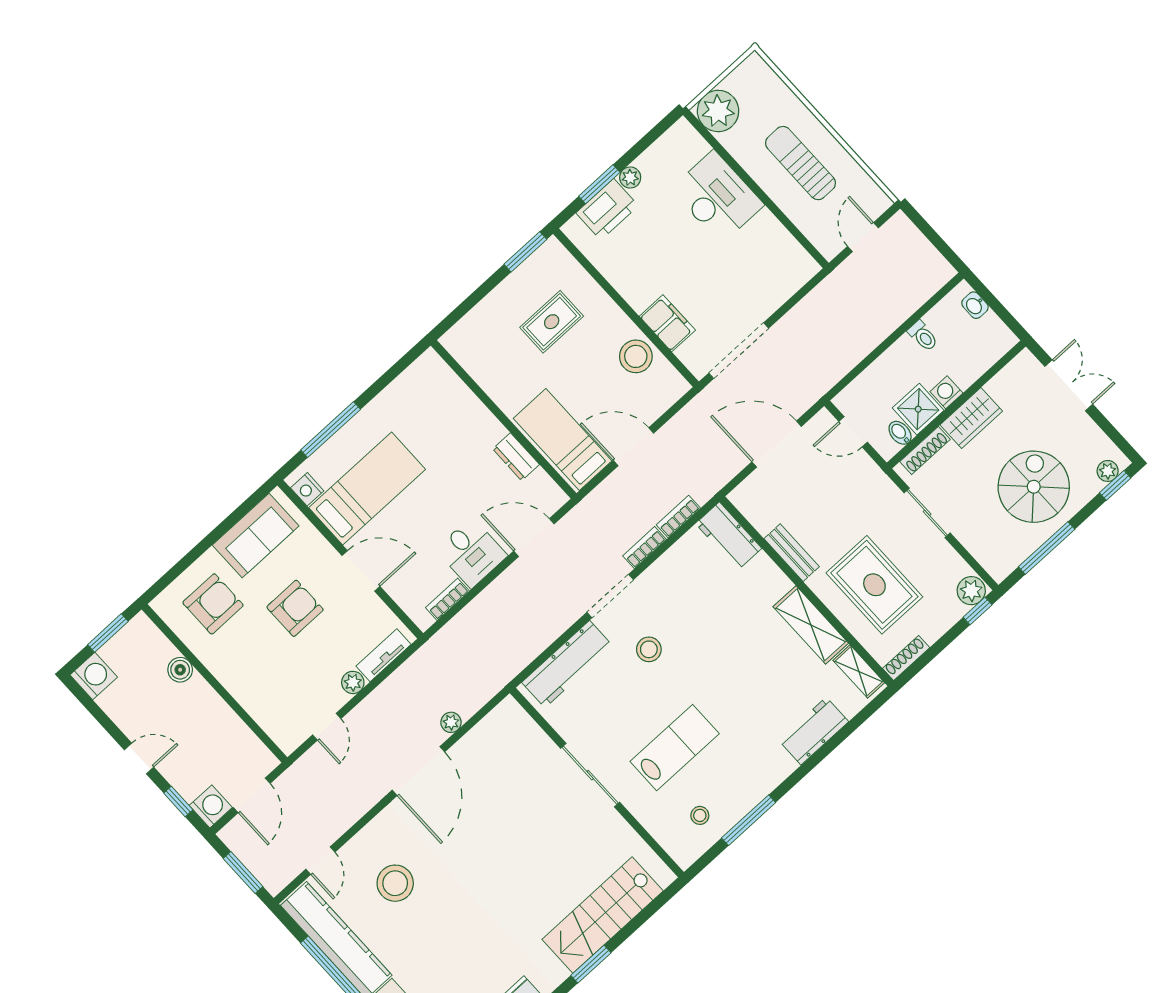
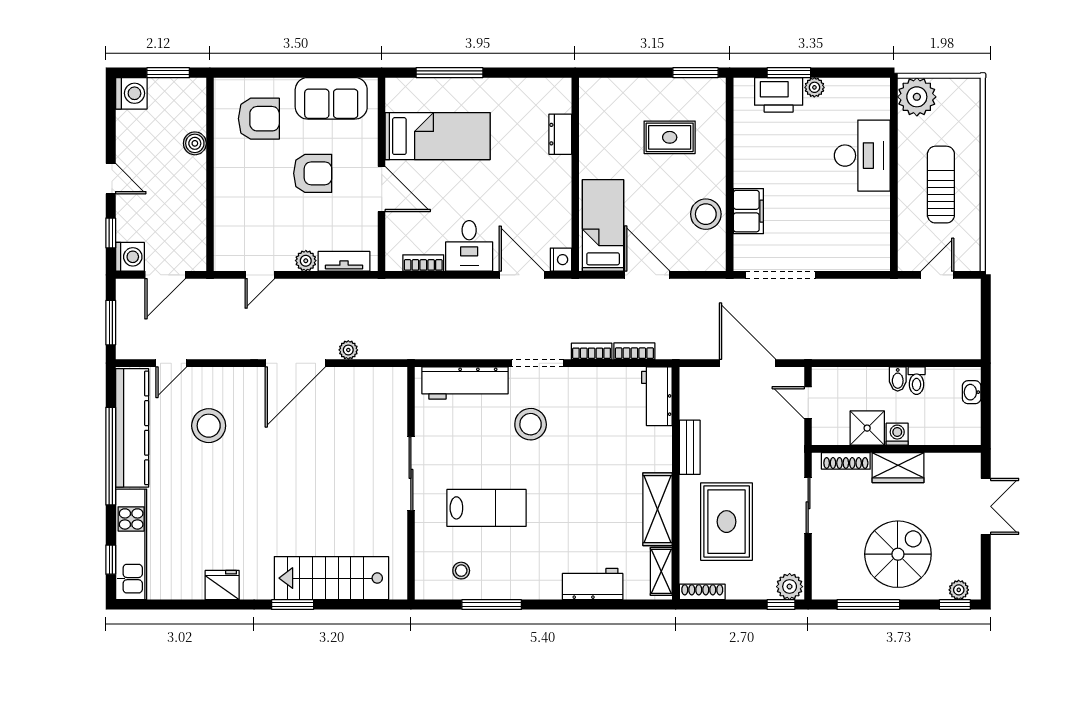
bidet: (900, 433) -> (898, 379), moved, turned 180
dresser: (516, 457) -> (560, 134), moved
nightstand: (307, 489) -> (561, 260), moved, turned 180
stool: (649, 649) -> (531, 424), width x1.38, depth x1.38

